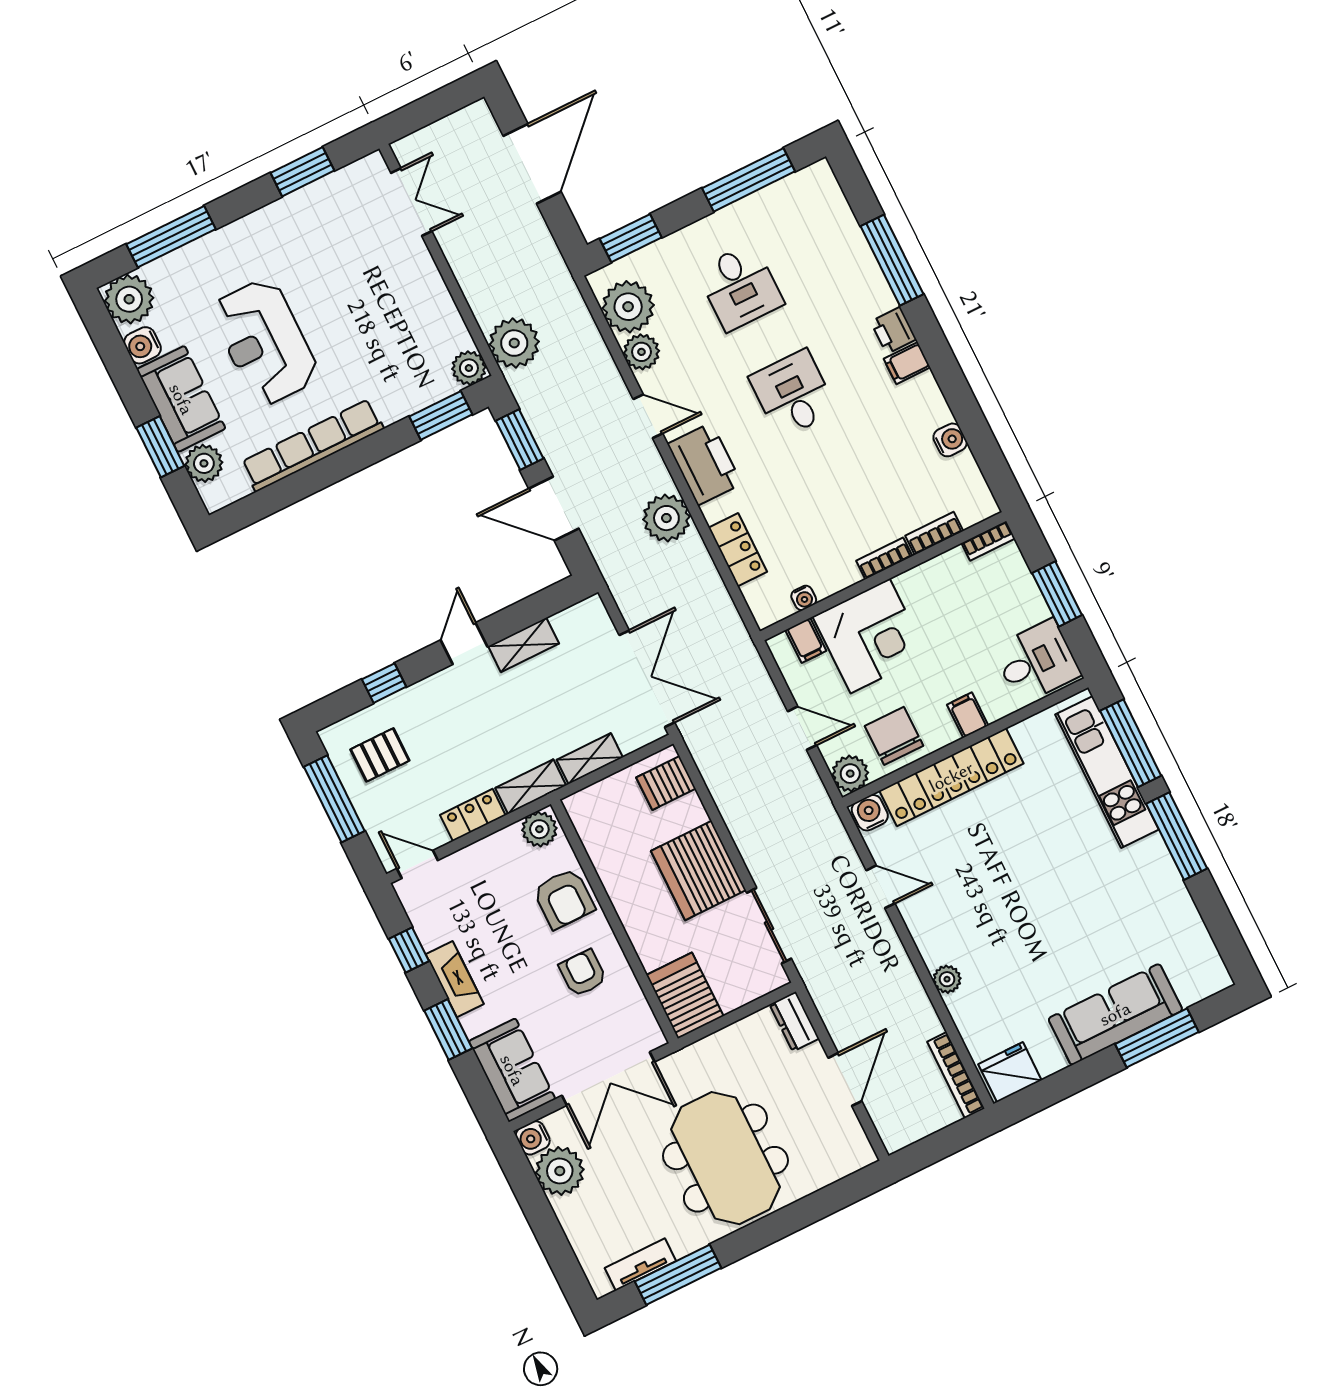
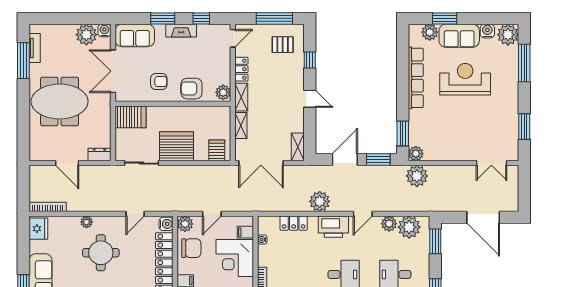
shelving: (524, 645) -> (298, 147), moved
pallet: (380, 755) -> (283, 45), turned 90
round table: (996, 918) -> (101, 253), added

